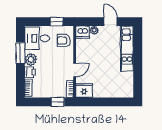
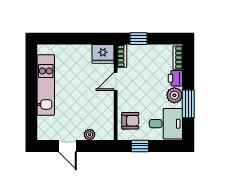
dishwasher: (83, 32) -> (105, 132), removed
kitchen unit: (127, 49) -> (46, 85), moved

